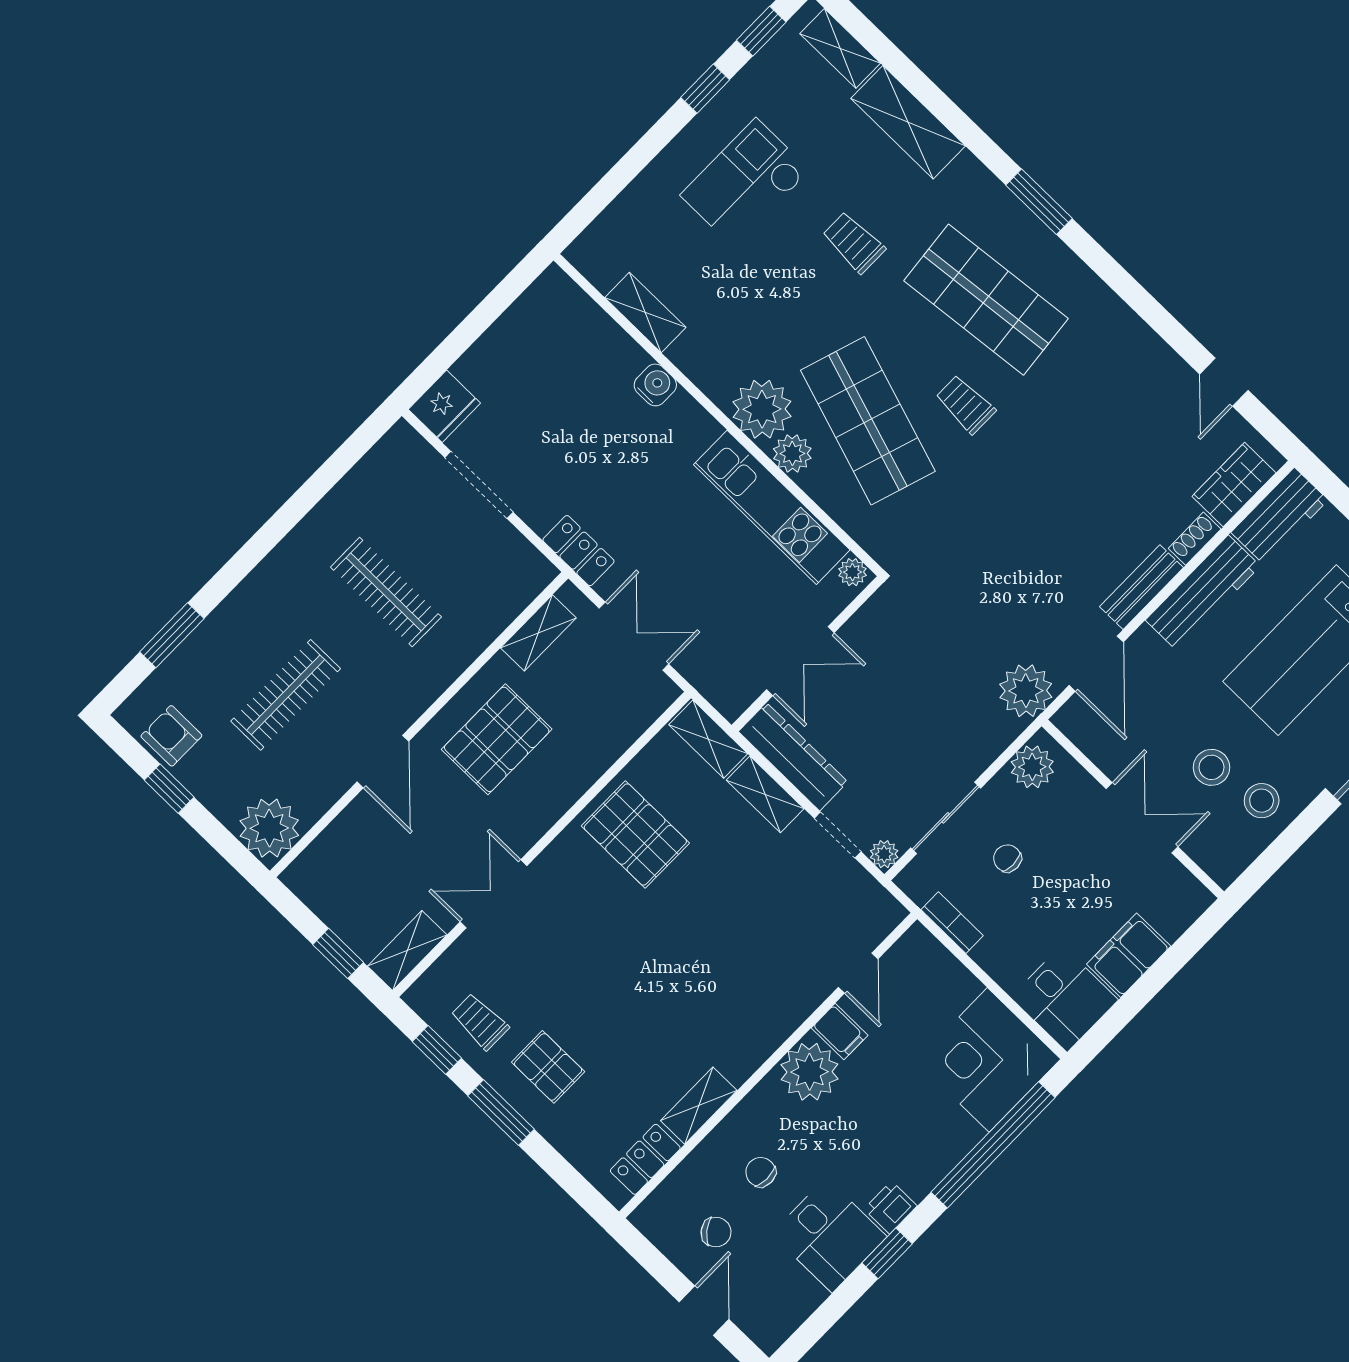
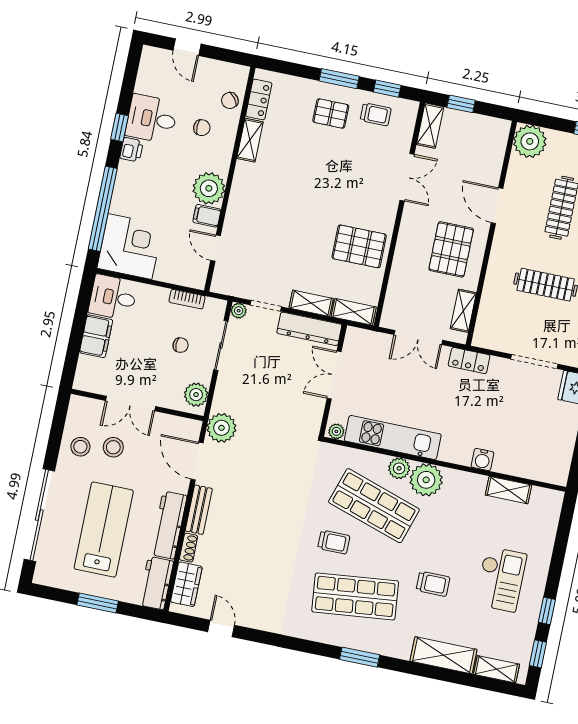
chair: (716, 1232) -> (230, 100), moved

